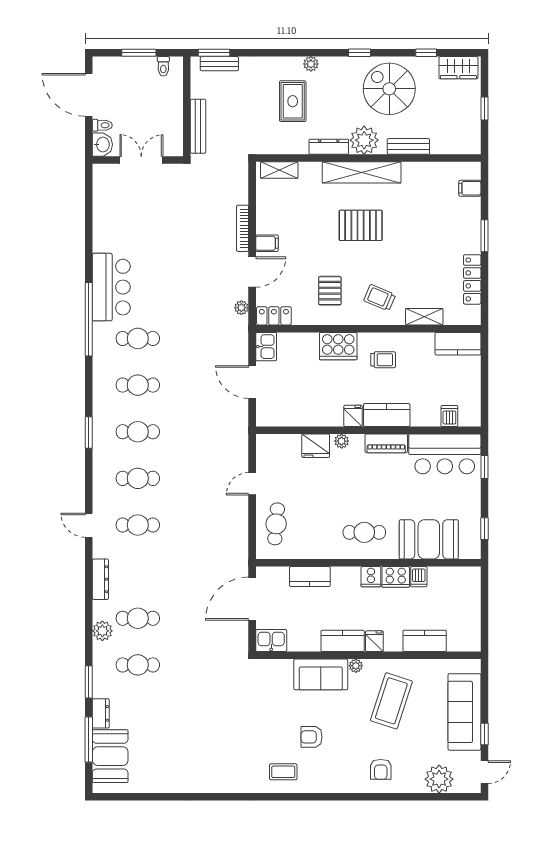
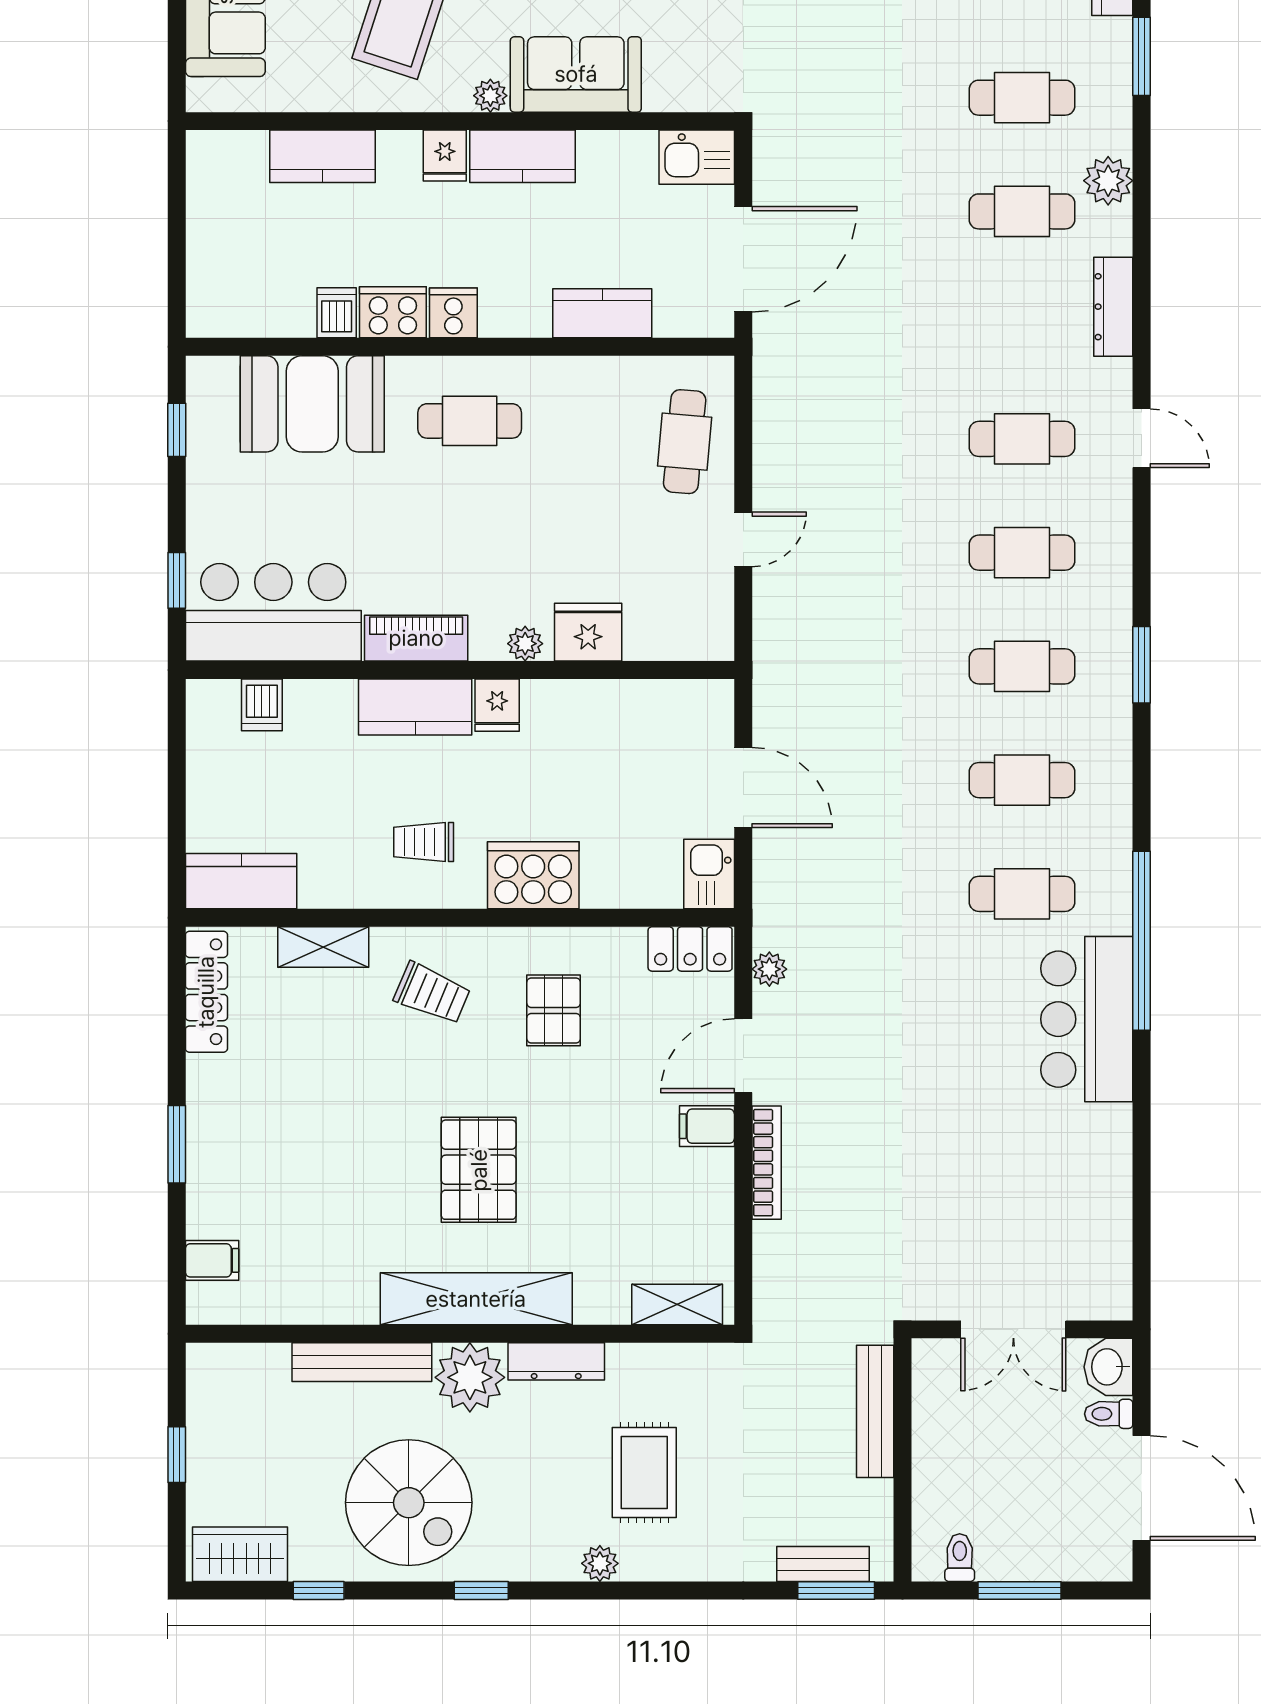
bench: (408, 146) -> (362, 1362), width x1.36
pallet: (361, 225) -> (479, 1170), turned 90
locker: (472, 279) -> (206, 992), moved

